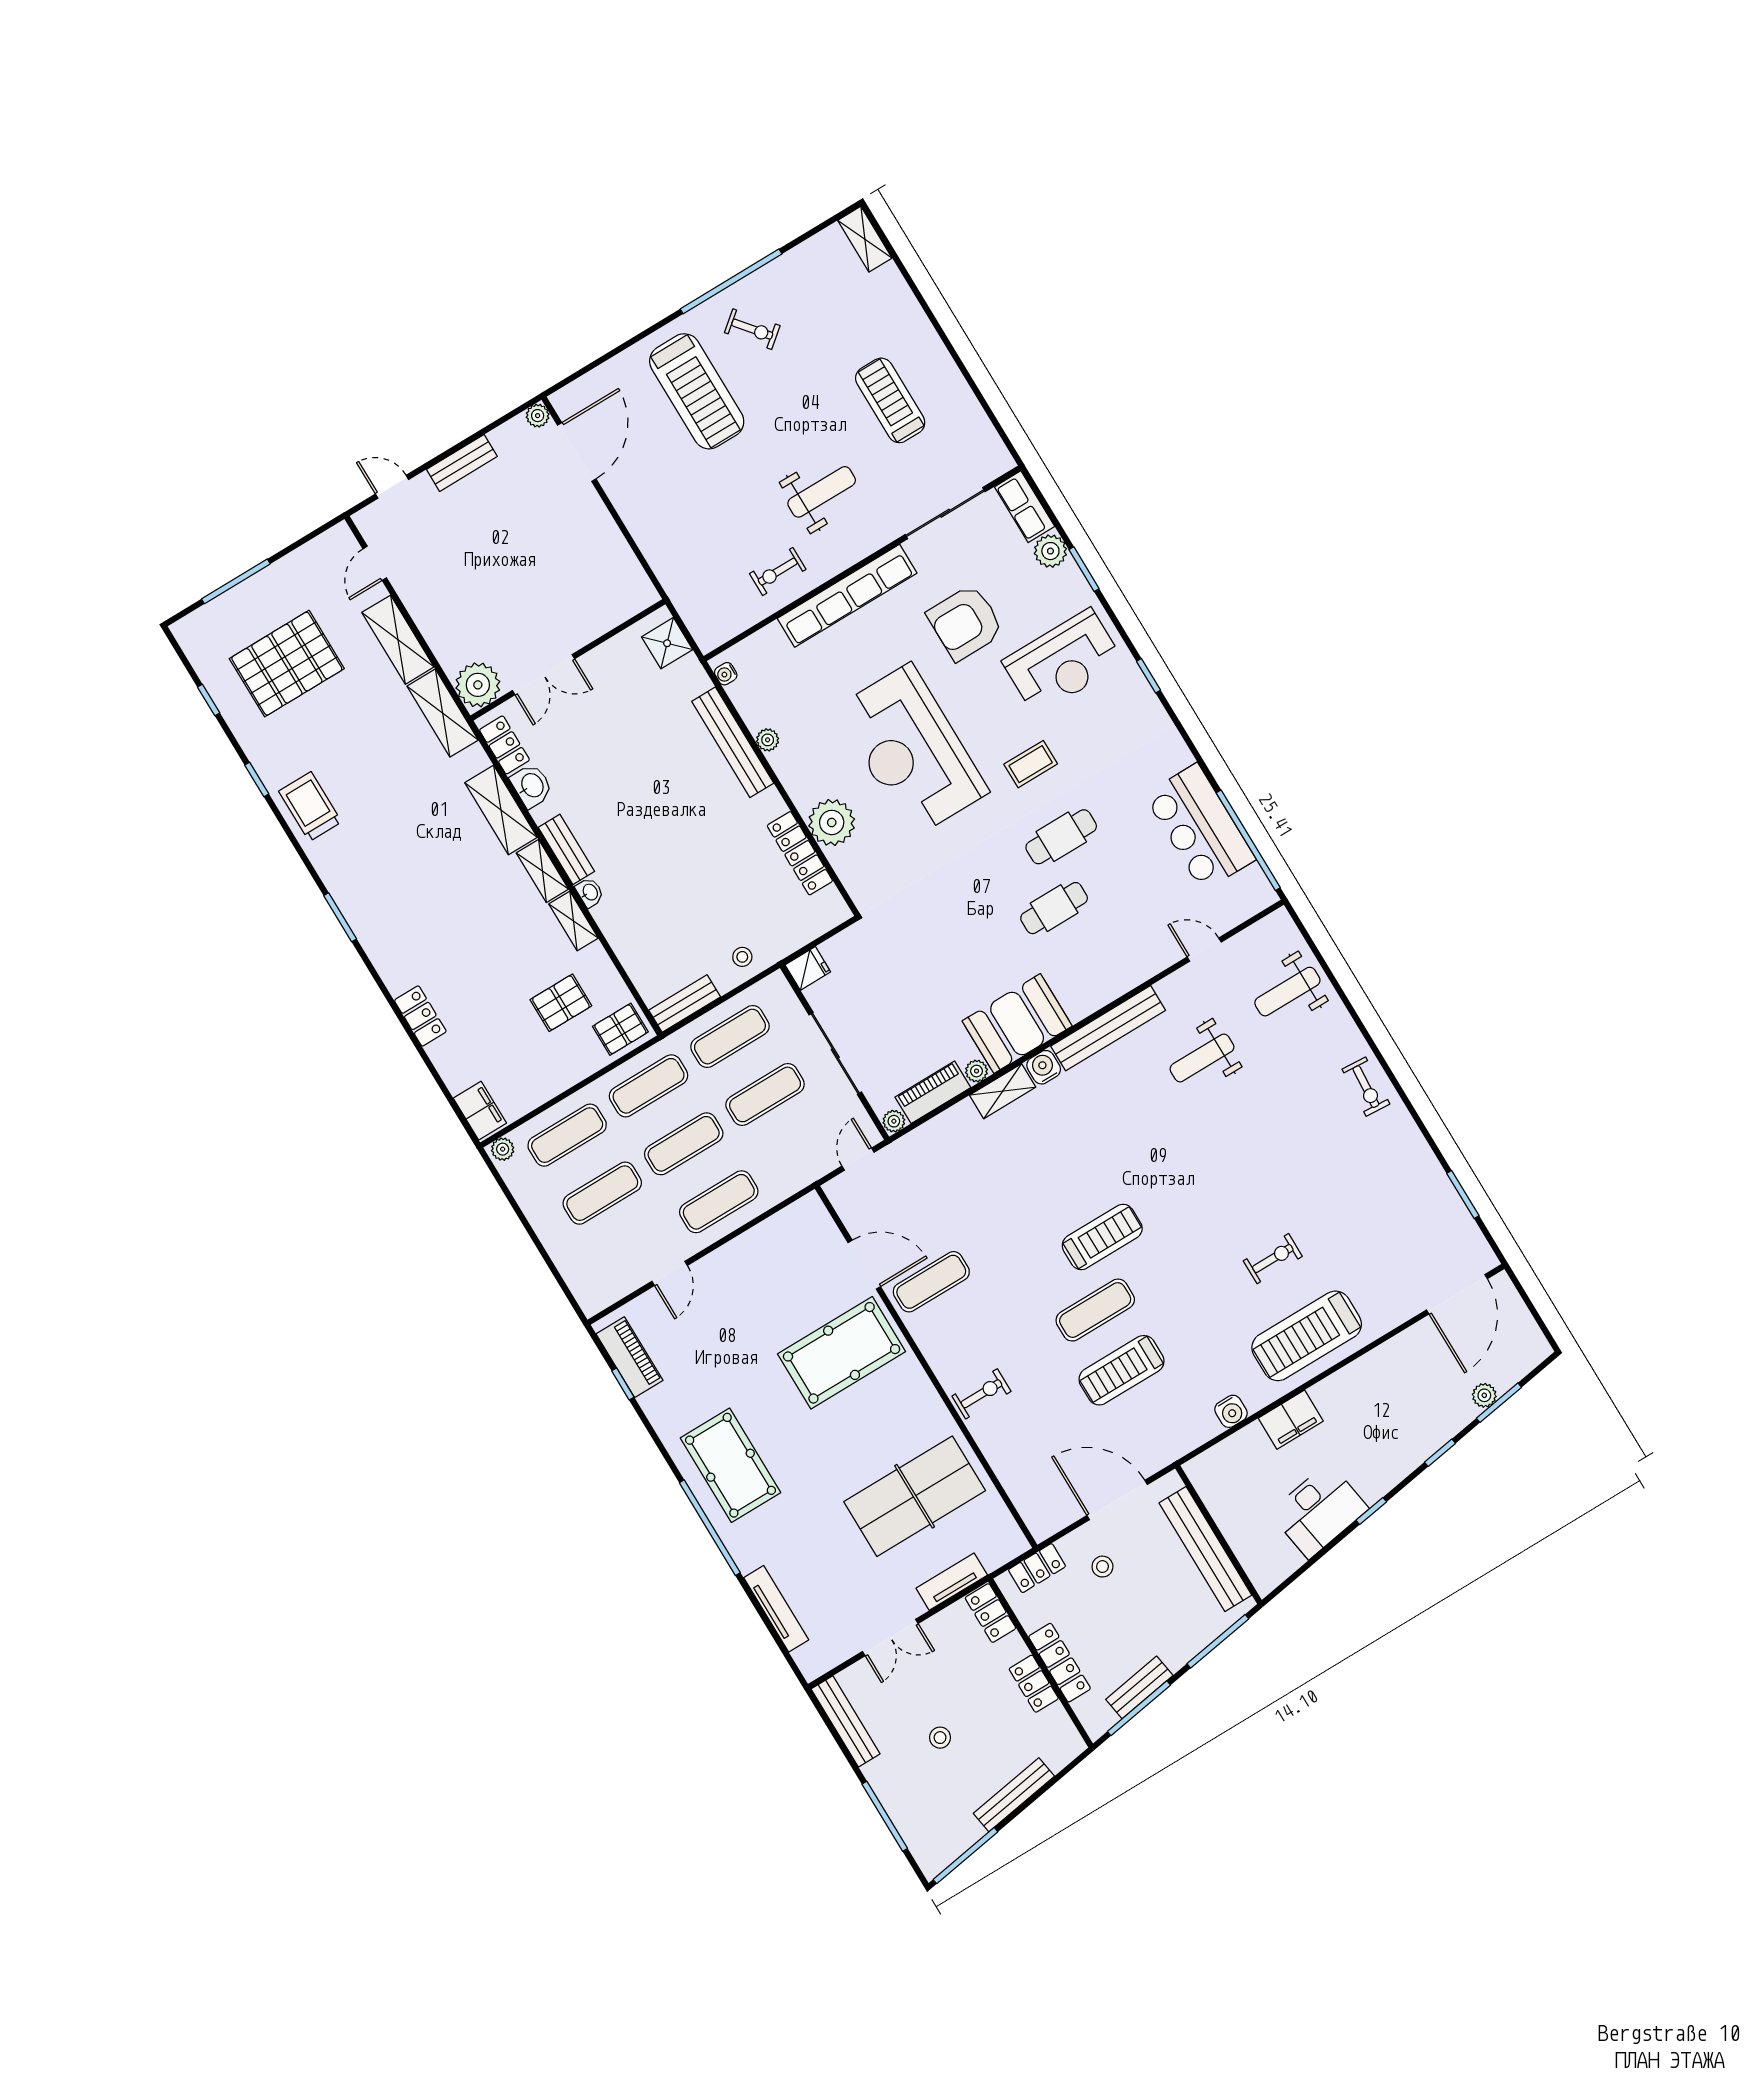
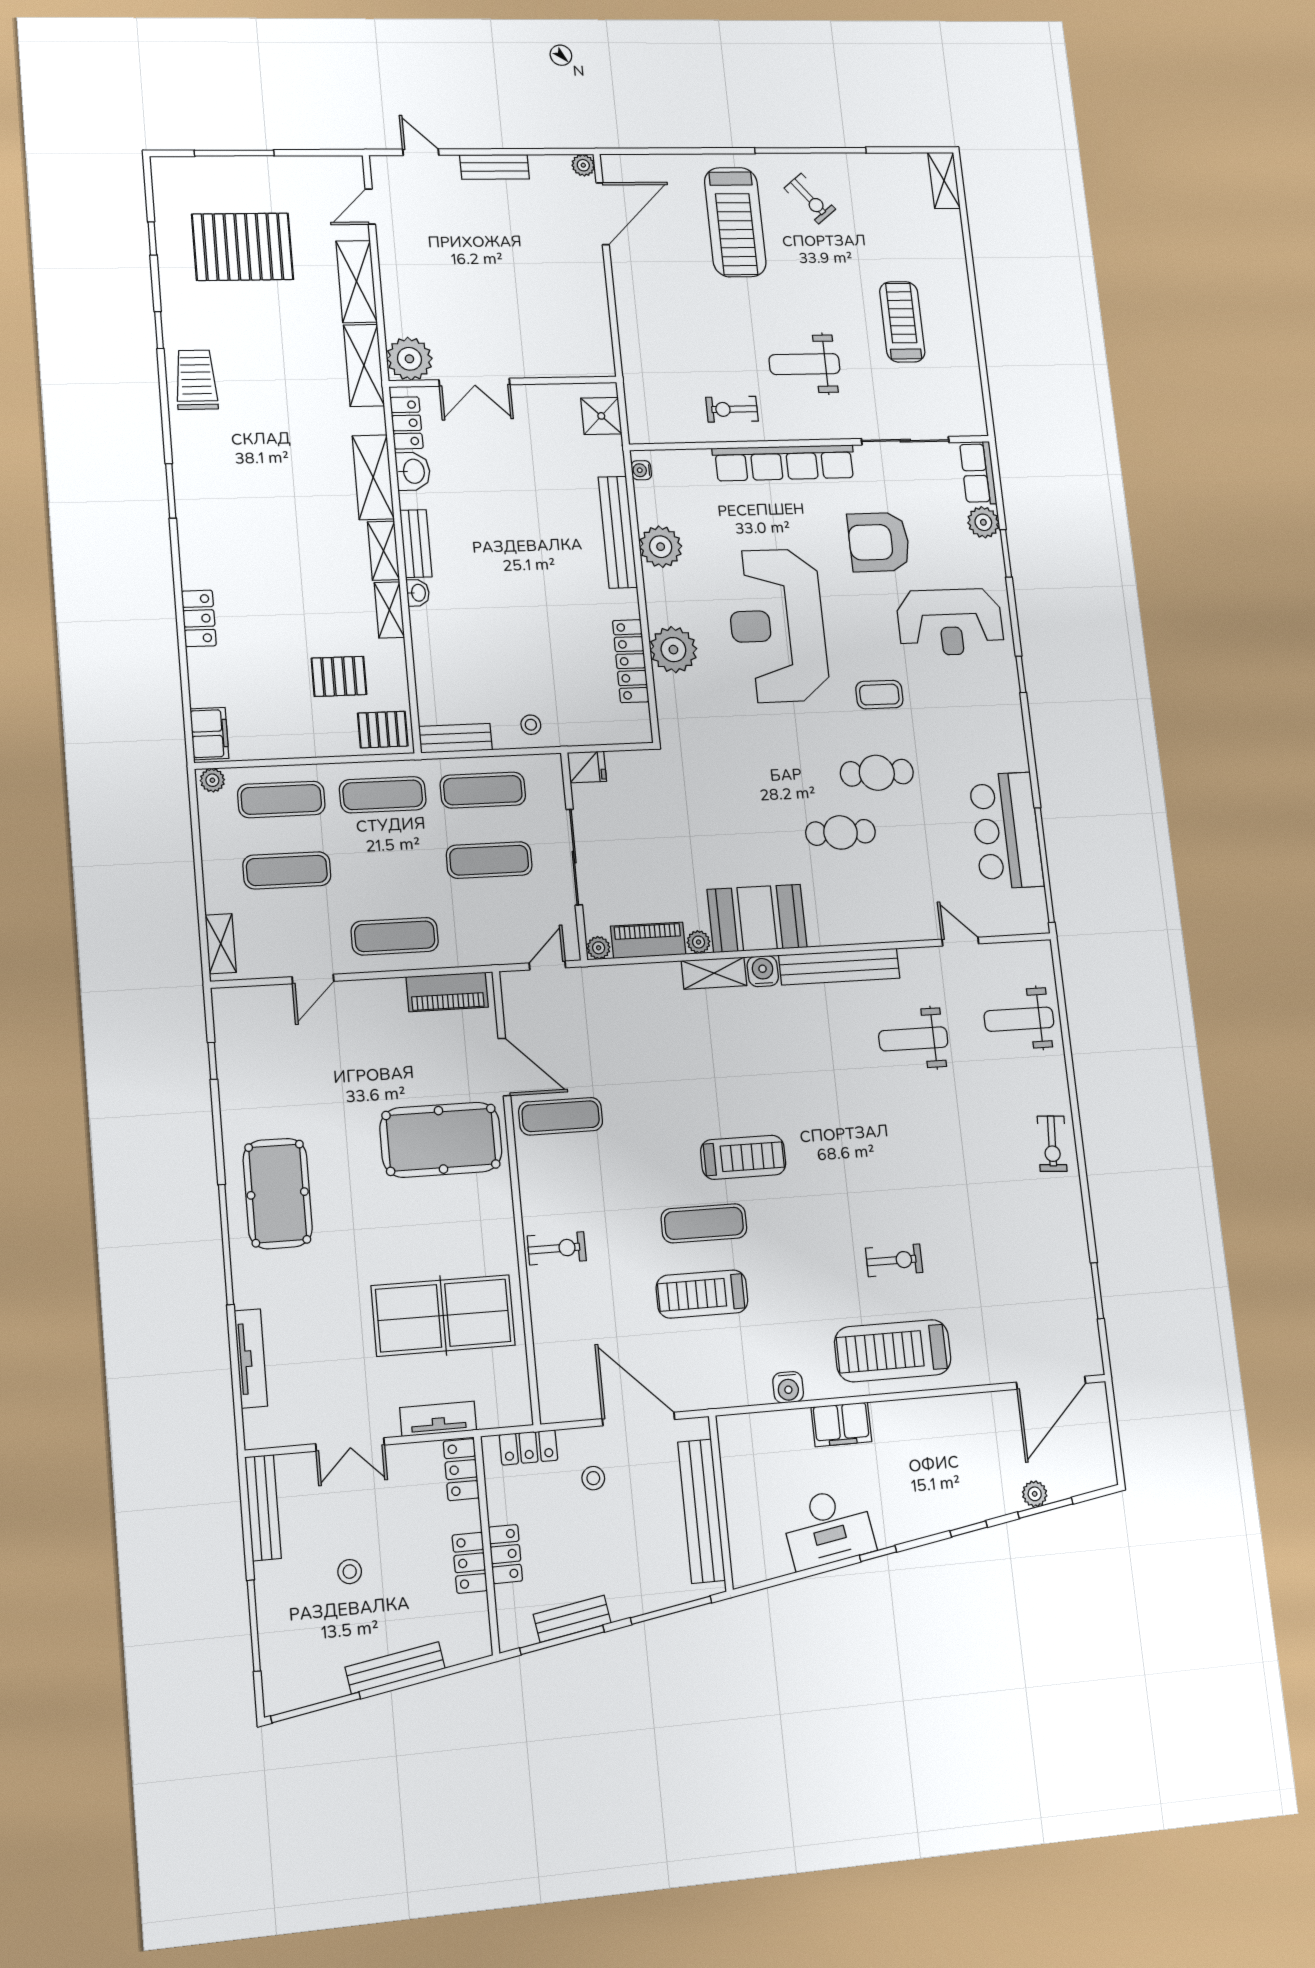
weight bench: (822, 492) -> (804, 364), turned 180
plant: (768, 740) -> (661, 547), width x1.88, depth x1.88
exercise mat: (684, 1144) -> (389, 865), removed
shelving: (580, 1283) -> (221, 944), added
piano: (629, 1357) -> (447, 992), moved, turned 90
locker: (1060, 1663) -> (505, 1554), width x0.66

